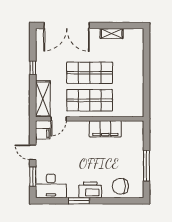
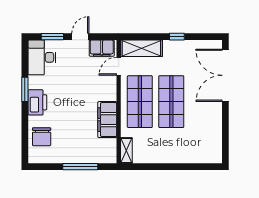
shelving: (112, 33) -> (126, 151), moved
door: (59, 119) -> (119, 66), hinge flipped
filing cabinet: (43, 134) -> (102, 48), width x2.00
window: (146, 166) -> (80, 167), moved
chair: (120, 186) -> (42, 137), turned 180

